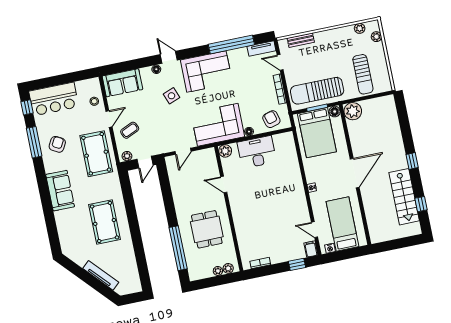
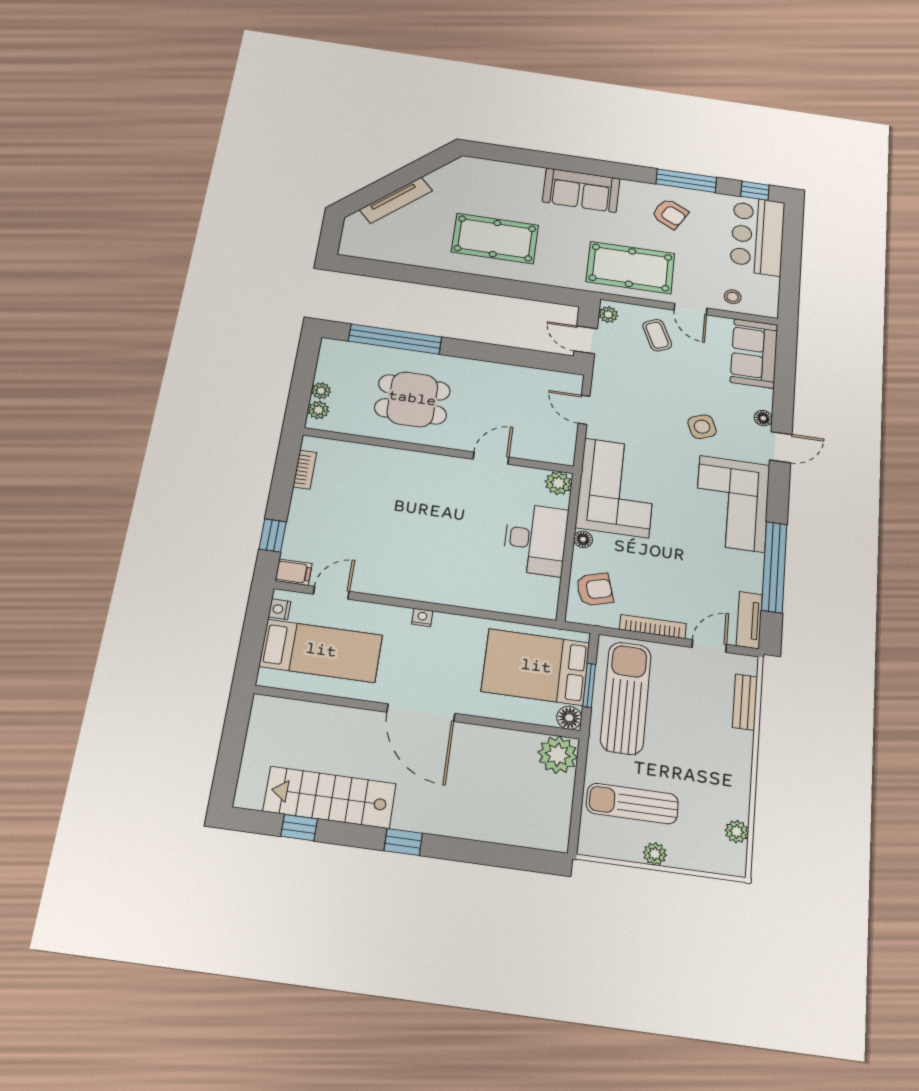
plant: (376, 37) -> (655, 854), moved

